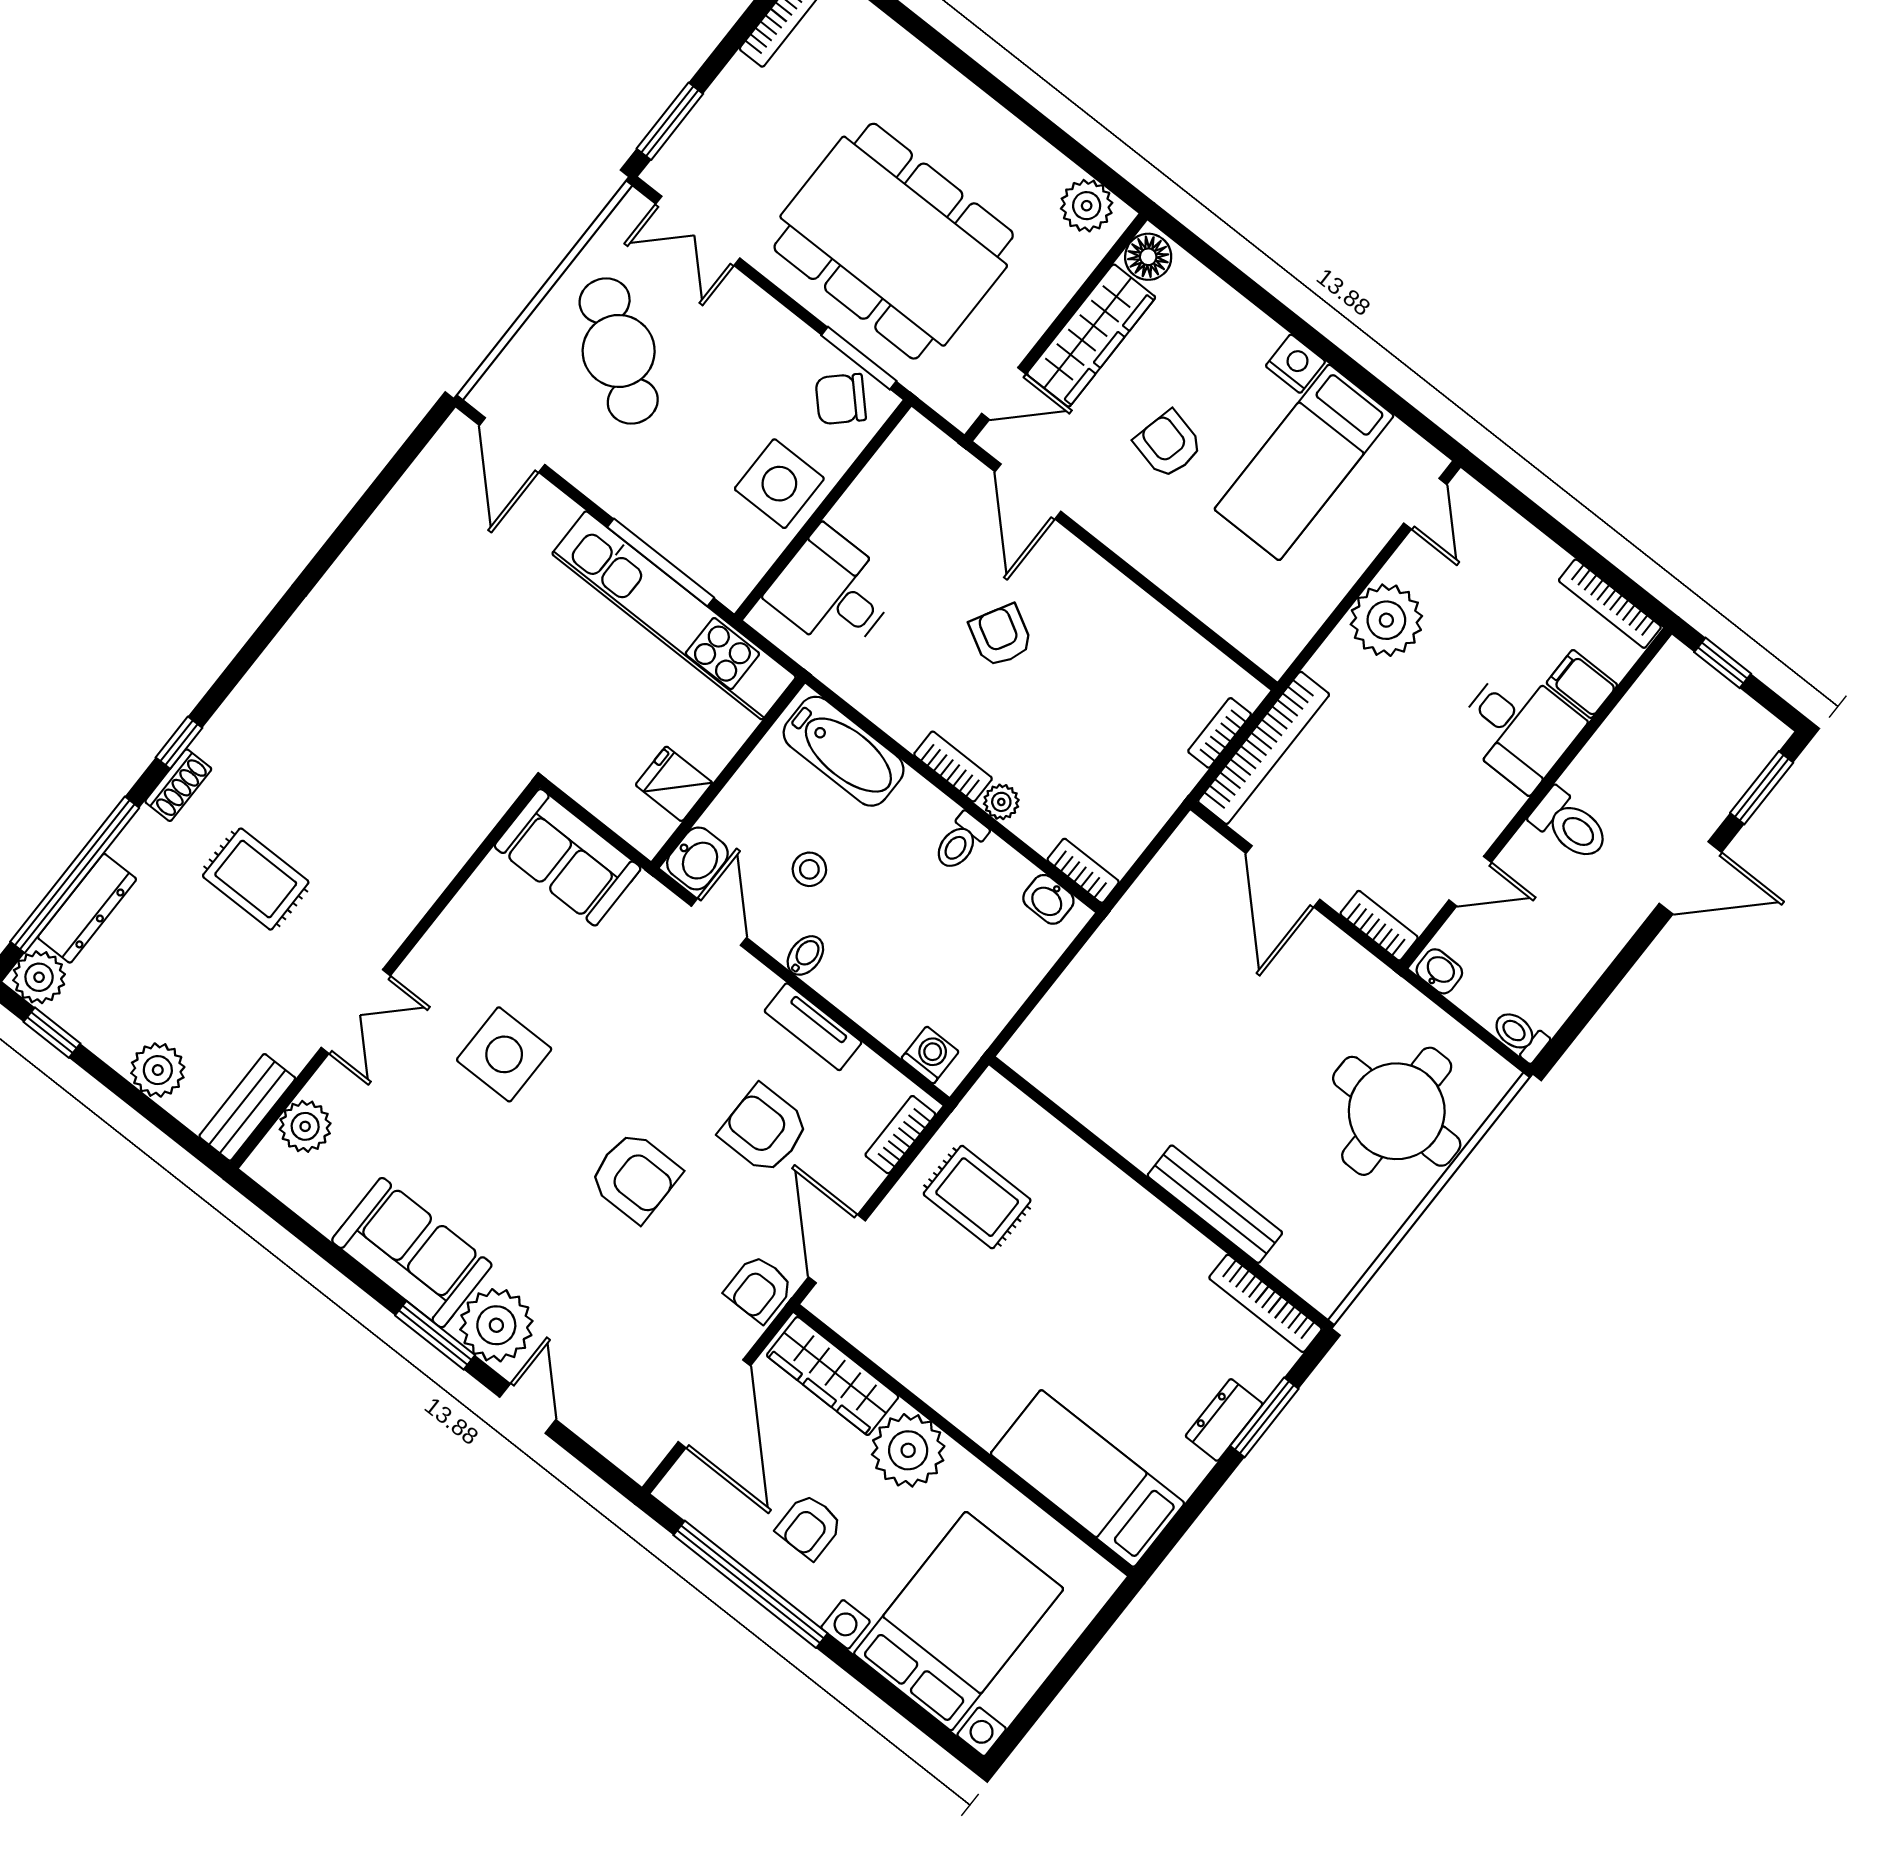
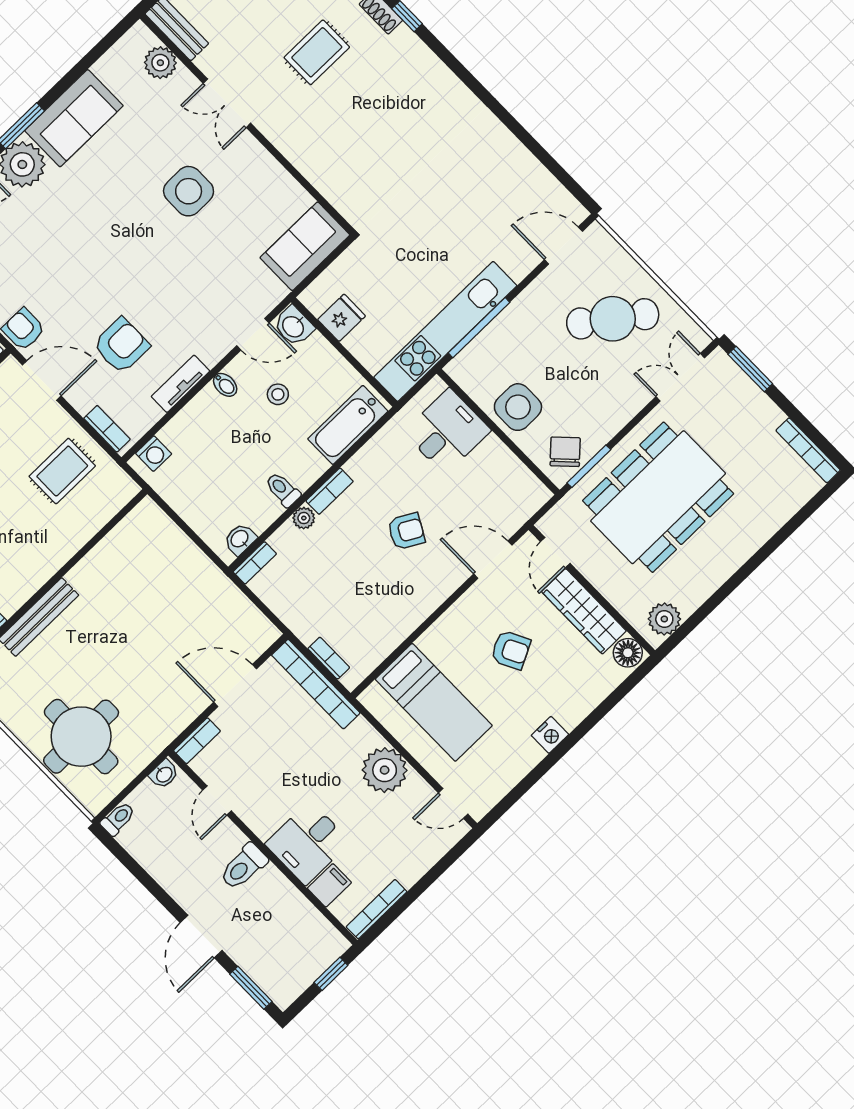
armchair: (1168, 444) -> (511, 650), turned 50
bed: (1304, 462) -> (434, 702), moved, turned 180
armchair: (635, 1177) -> (103, 262), removed

